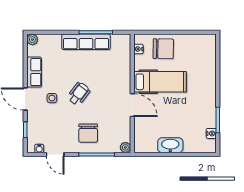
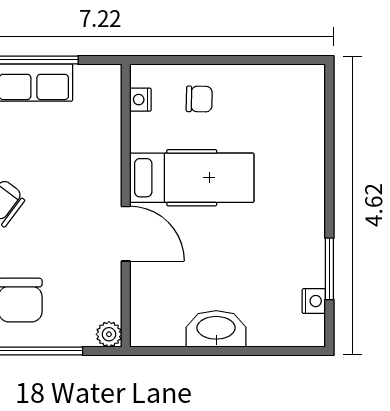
chair: (163, 49) -> (199, 99), width x0.54, depth x0.54

